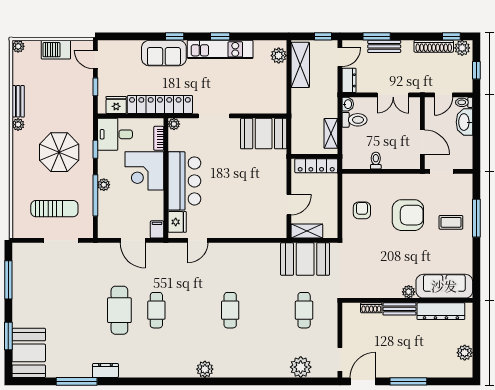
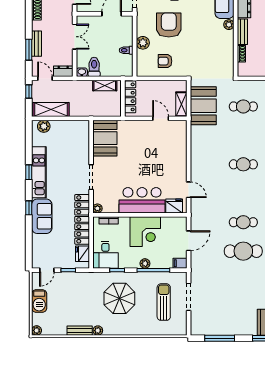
corner desk: (144, 171) -> (145, 232), moved
plant: (385, 182) -> (143, 43), added
filing cabinet: (157, 229) -> (180, 263), moved

